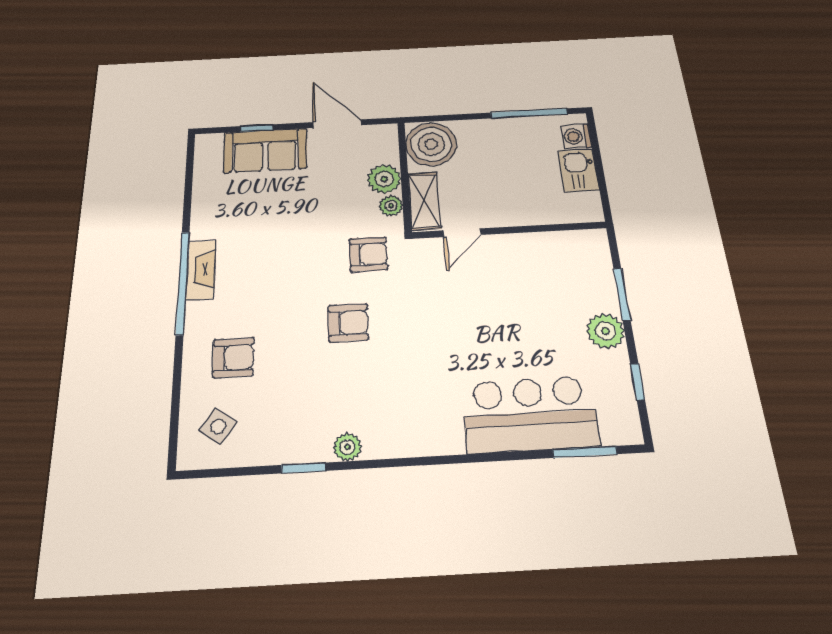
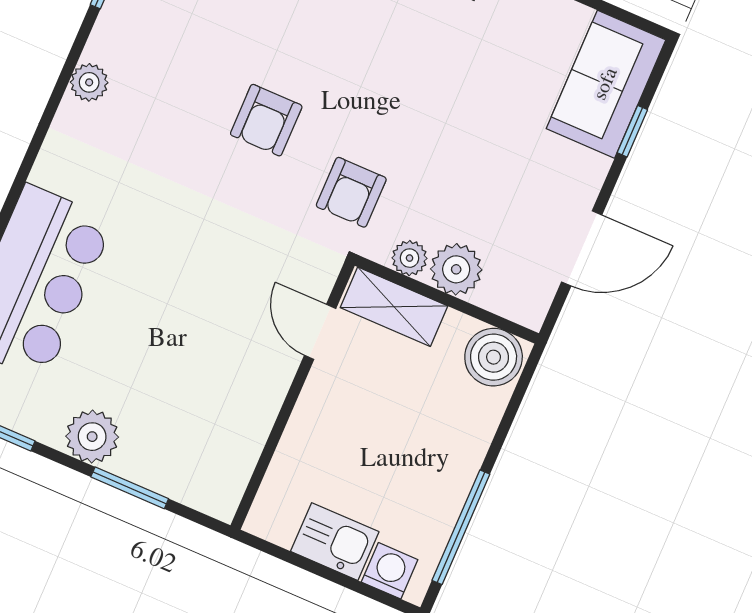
boiler: (431, 144) -> (494, 357), width x0.73, depth x0.73
sofa: (265, 150) -> (606, 84), moved
plant: (347, 447) -> (89, 82), moved

